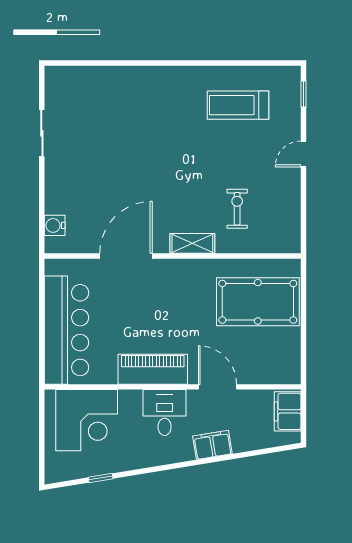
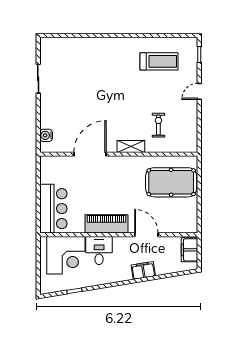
treadmill: (238, 105) -> (159, 61), turned 180
bar counter: (66, 330) -> (53, 209), width x0.73
desk: (165, 413) -> (99, 250), moved

